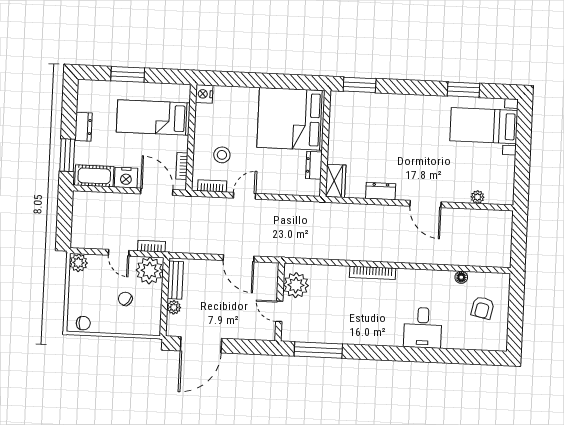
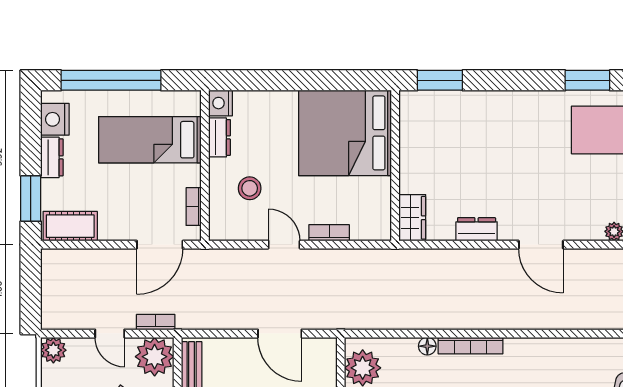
window: (128, 74) -> (111, 80), width x2.11
dresser: (314, 165) -> (219, 137), moved, turned 180
nightstand: (126, 178) -> (55, 119), moved, turned 90
bookcase: (212, 186) -> (329, 233), moved
door: (157, 192) -> (160, 245), swing flipped
door: (244, 196) -> (284, 245), hinge flipped
floor lamp: (461, 277) -> (427, 346), moved

